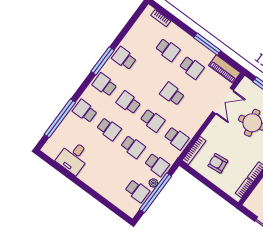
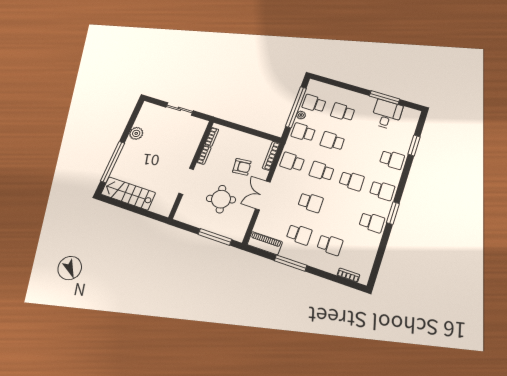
school desk: (168, 50) -> (330, 245), turned 180
window: (103, 61) -> (393, 213), width x0.69
school desk: (192, 68) -> (299, 234), turned 180
double door: (223, 101) -> (263, 195), moved
window: (60, 118) -> (414, 145), width x0.47
school desk: (109, 129) -> (343, 112), moved
armchair: (218, 163) -> (242, 167), moved
window: (69, 175) -> (385, 98), added

